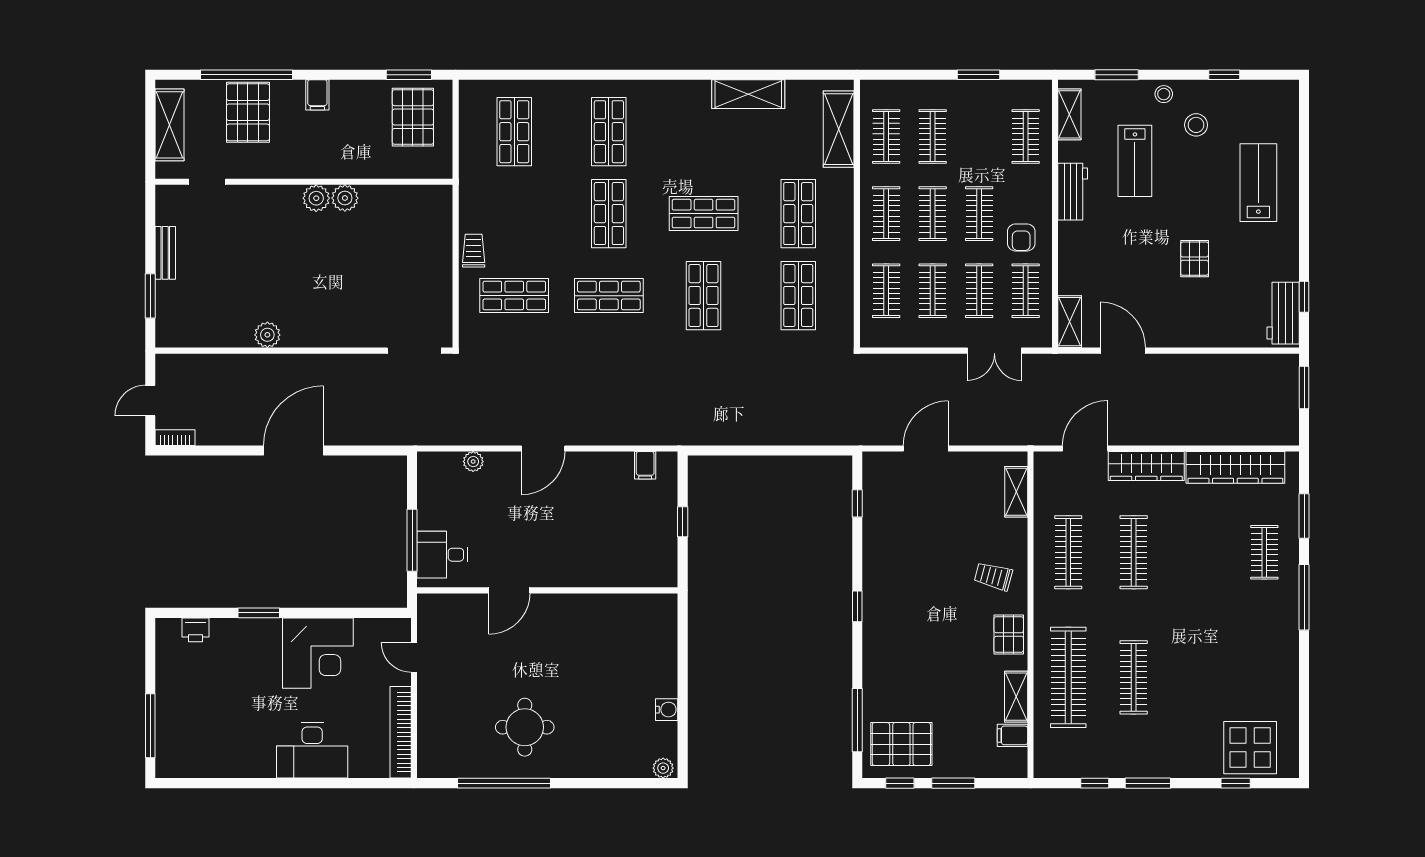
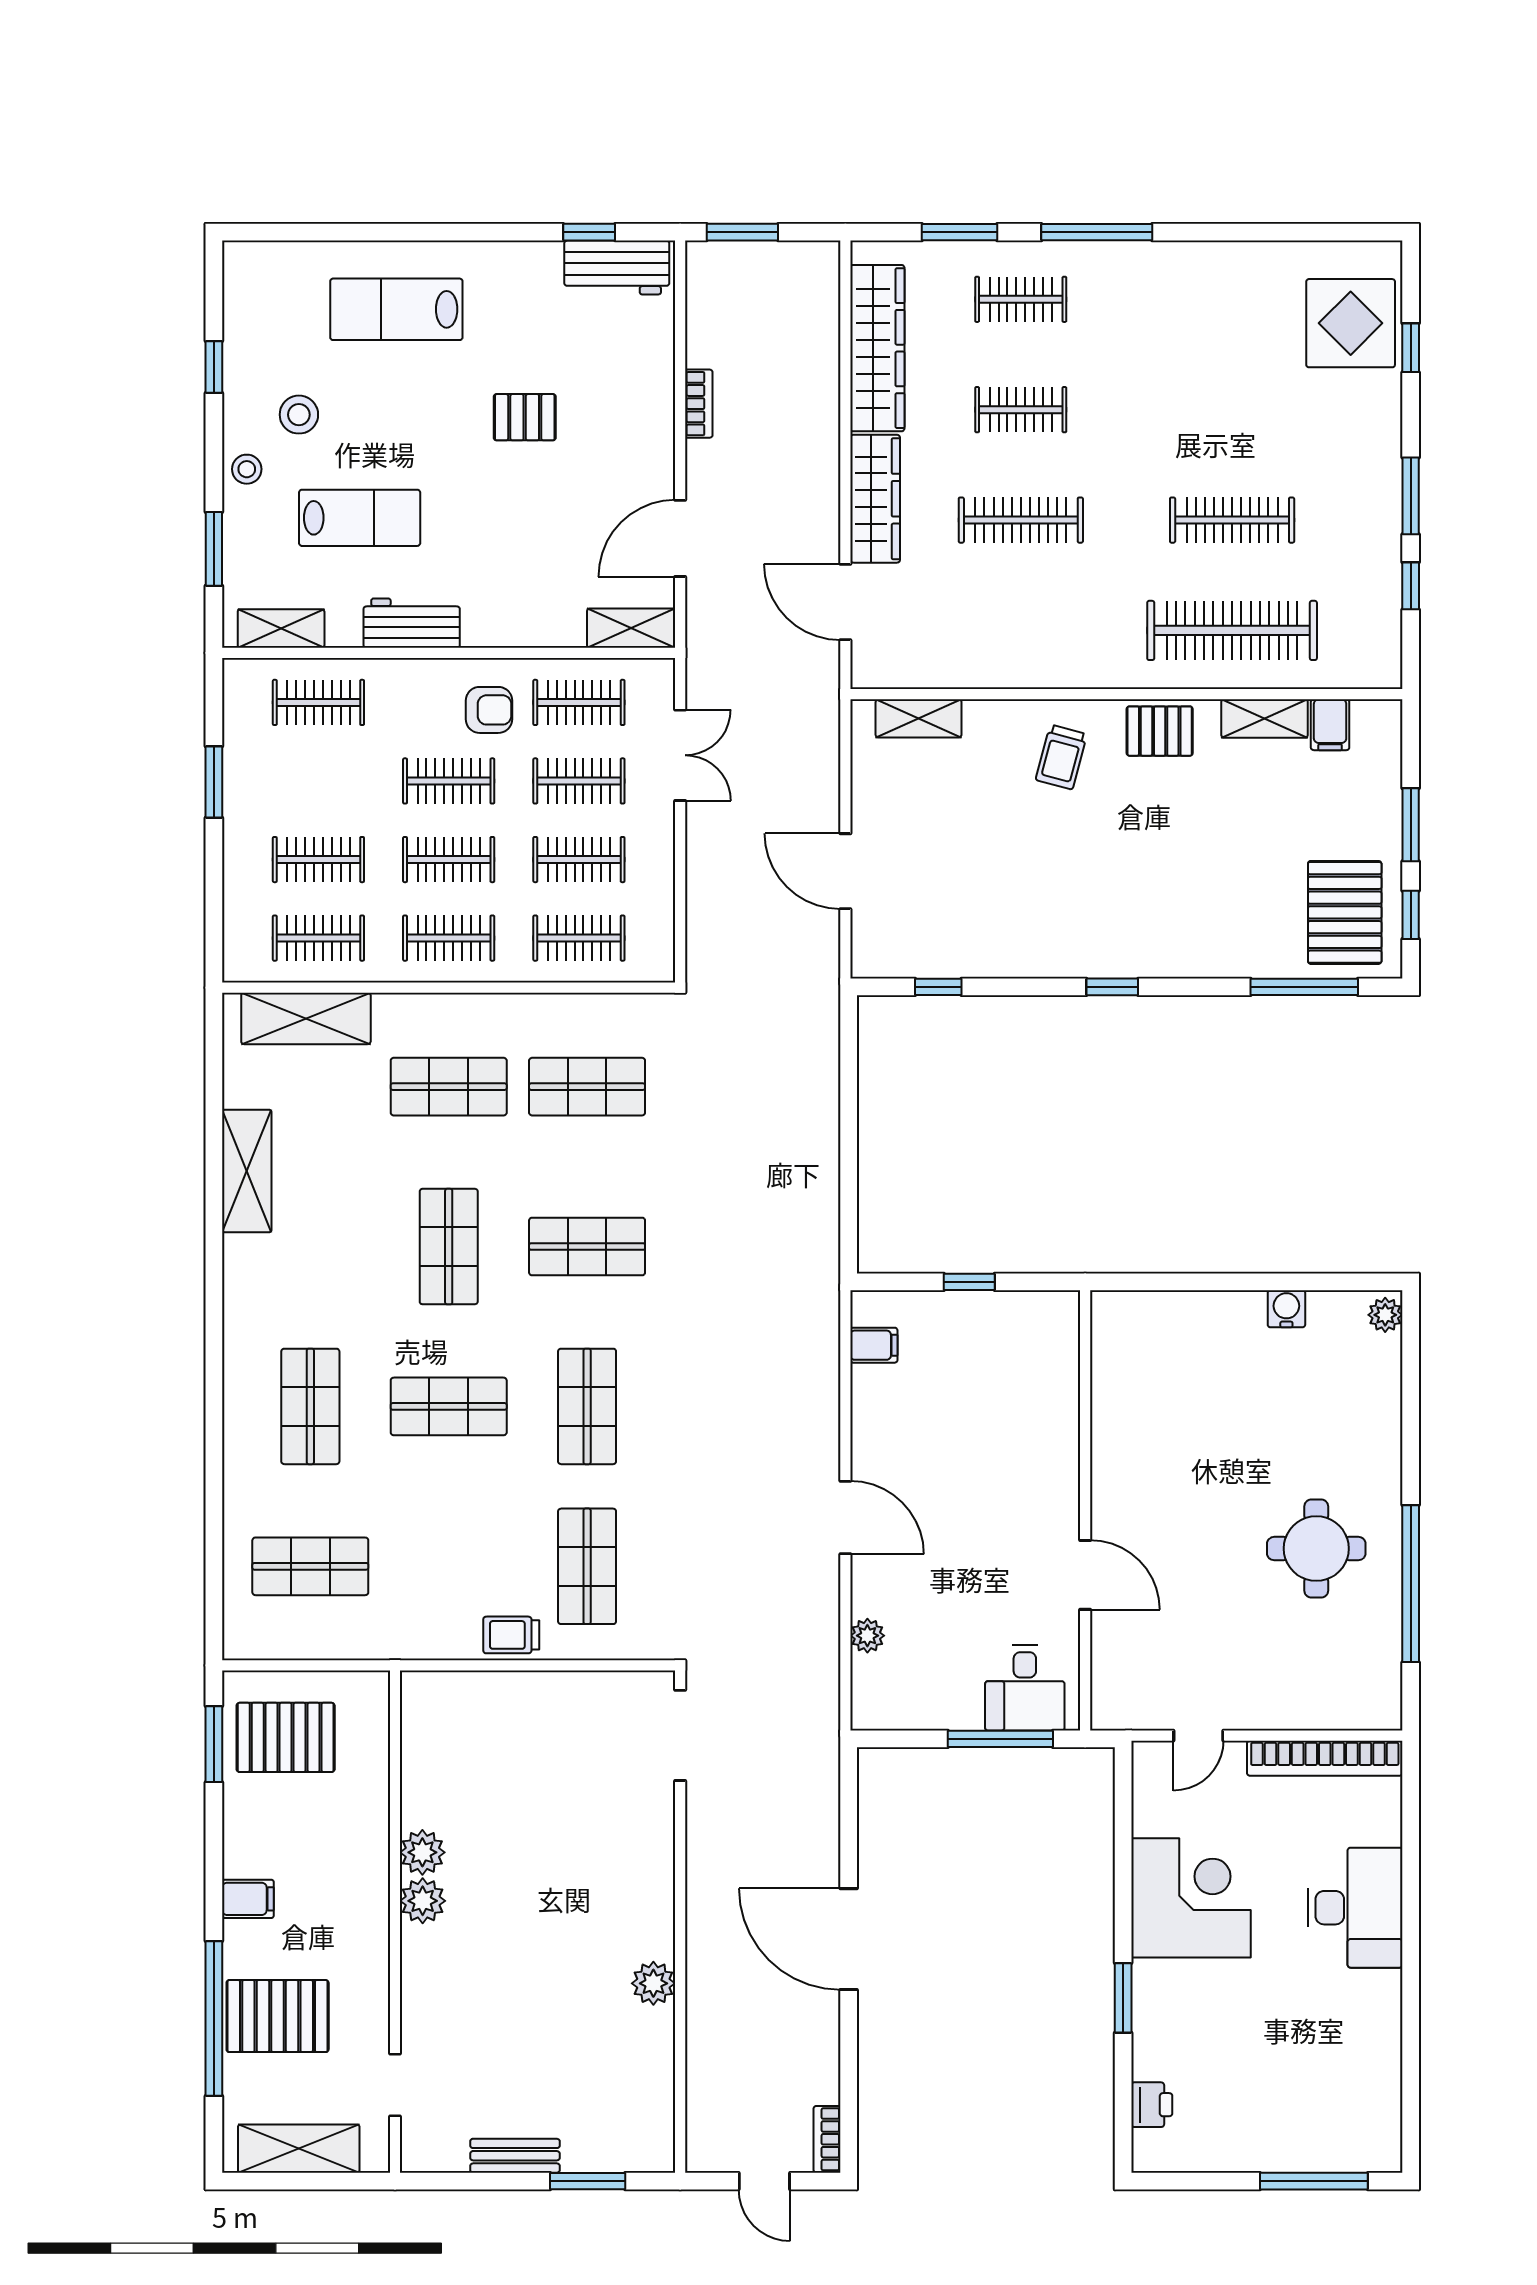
shop shelf: (609, 132) -> (310, 1406), turned 90
bookcase: (1203, 362) -> (699, 404), added
clothes rail: (1068, 552) -> (1021, 410), moved, width x0.73

